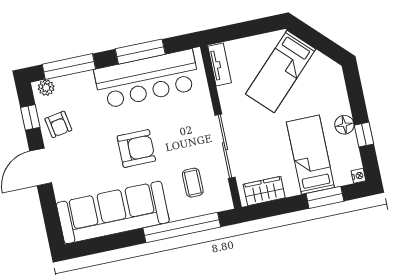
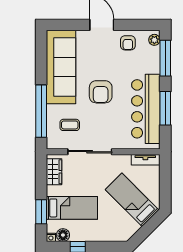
window: (30, 117) -> (137, 25), removed
armchair: (58, 124) -> (128, 43), turned -80
floor lamp: (344, 125) -> (63, 235), moved

